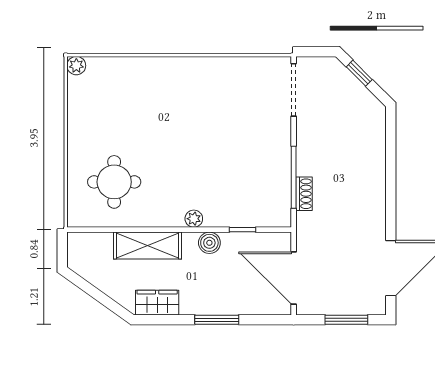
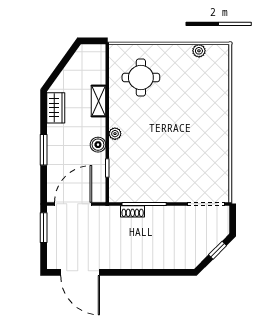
plant: (76, 66) -> (199, 51), moved
shelving: (147, 246) -> (98, 101), width x0.67, depth x0.75
window: (346, 320) -> (44, 228), moved

